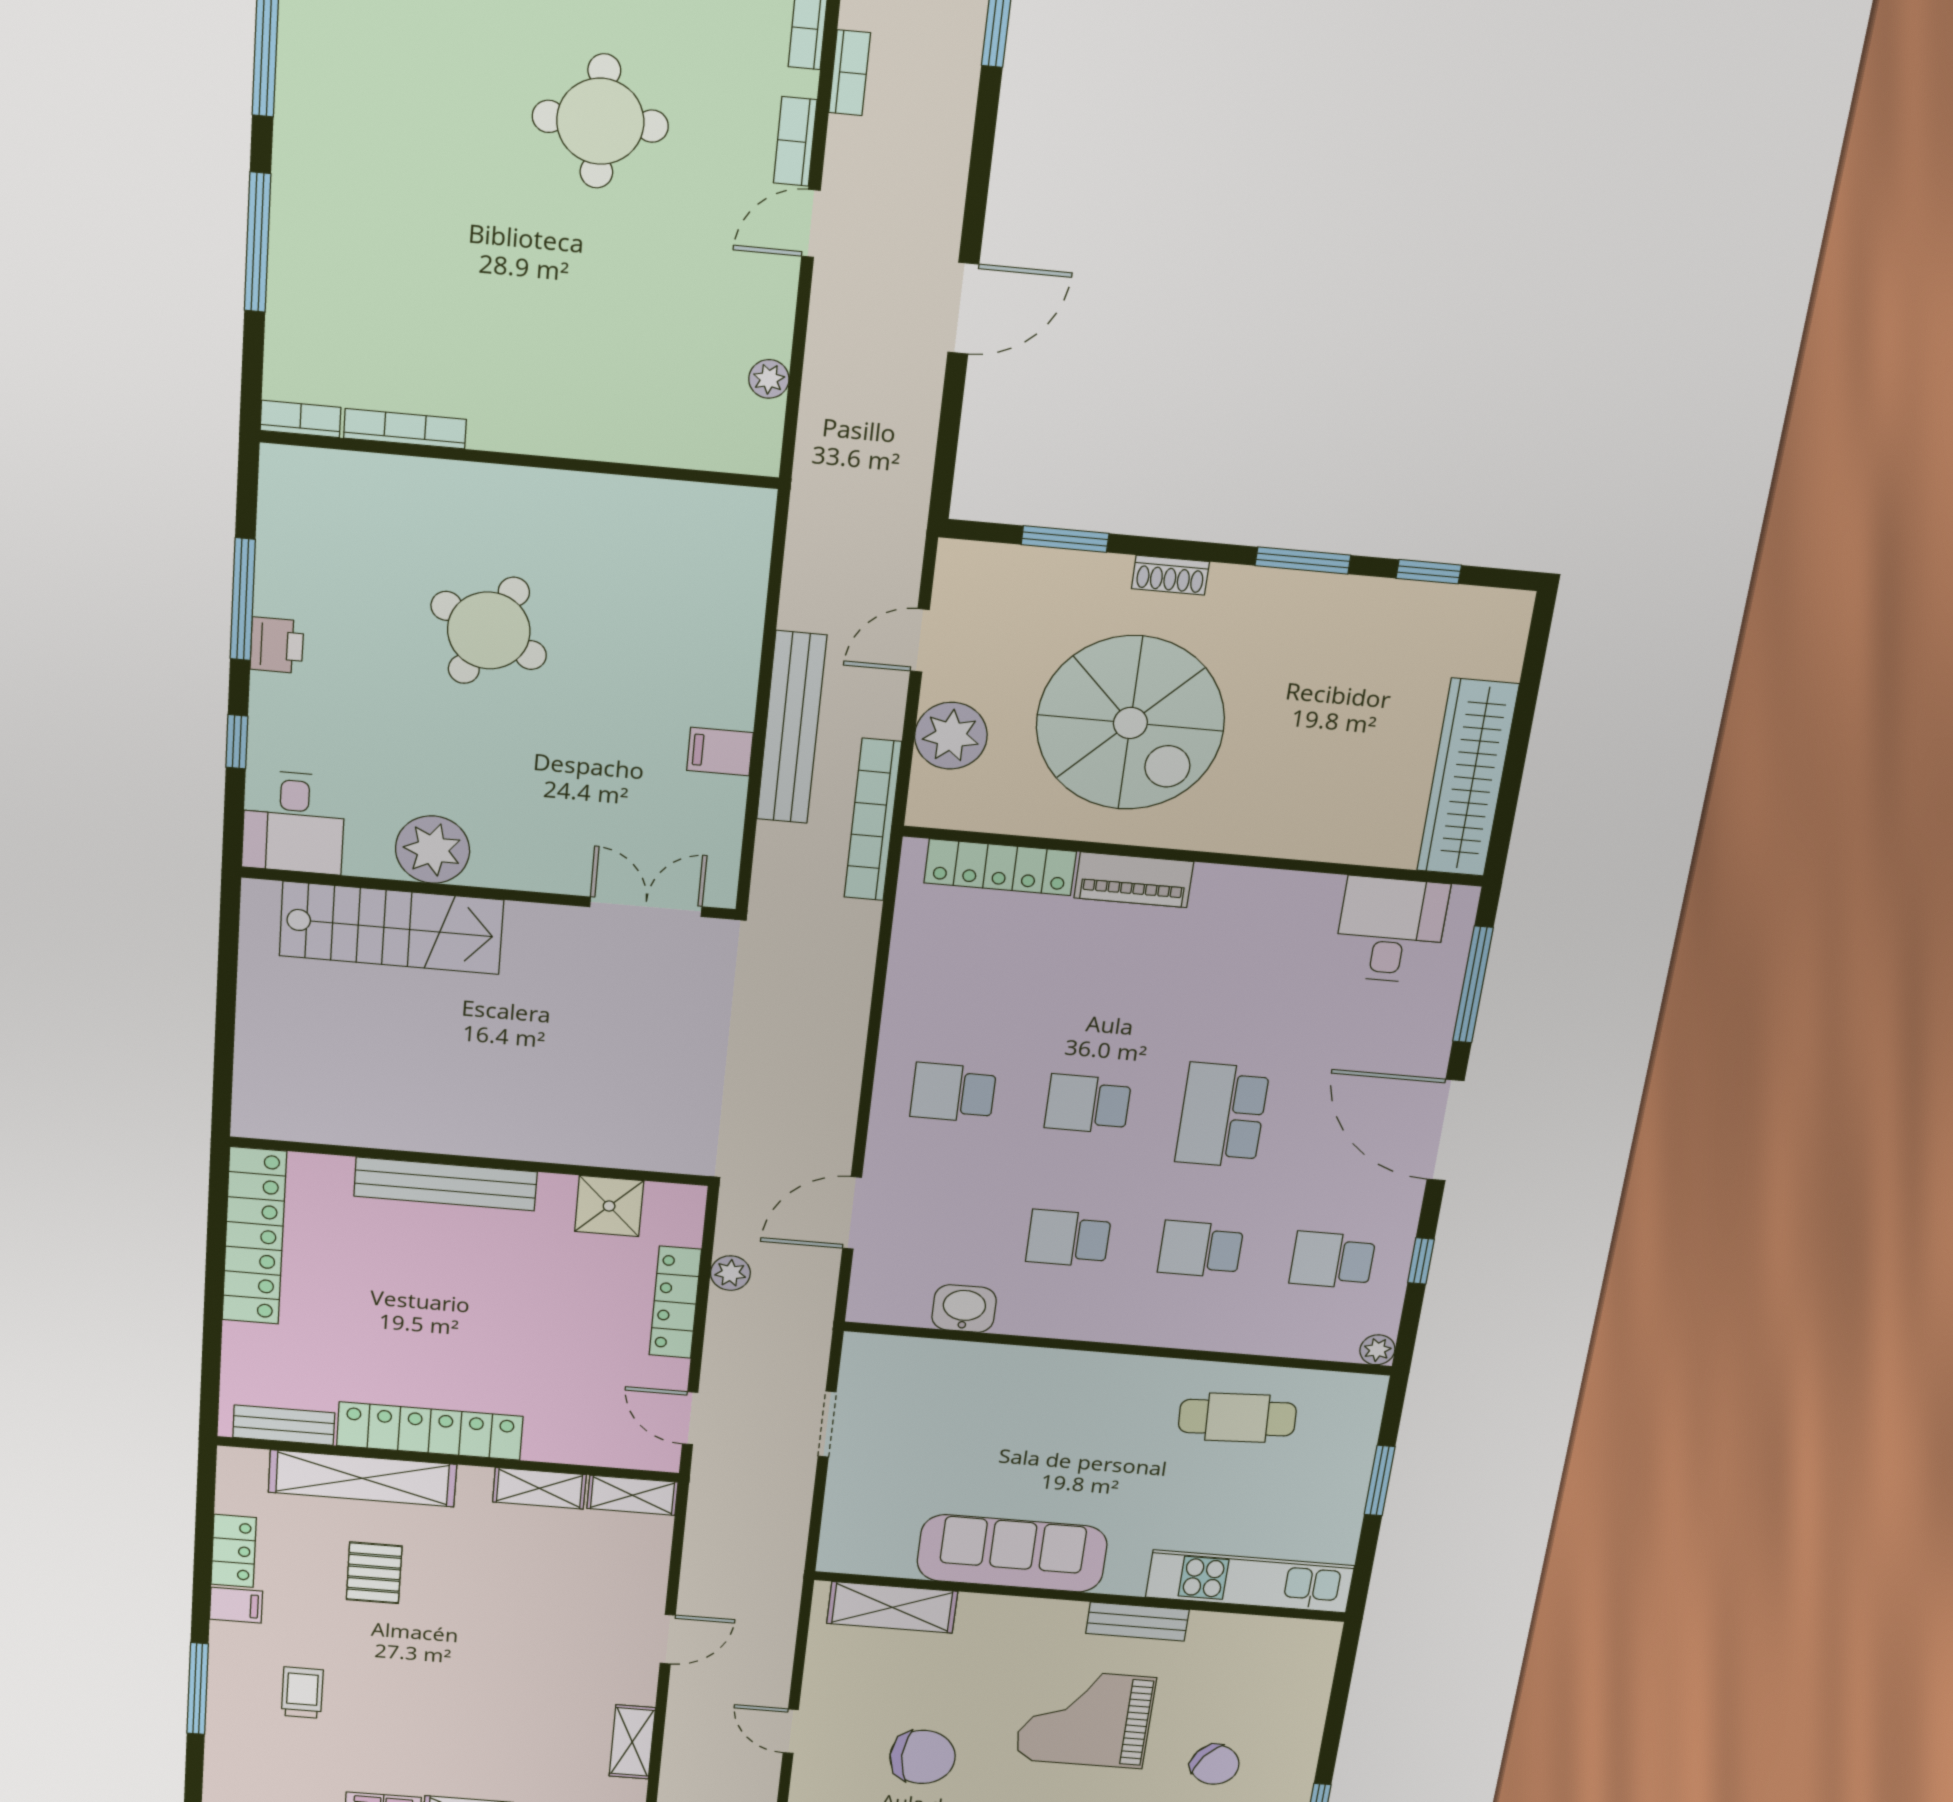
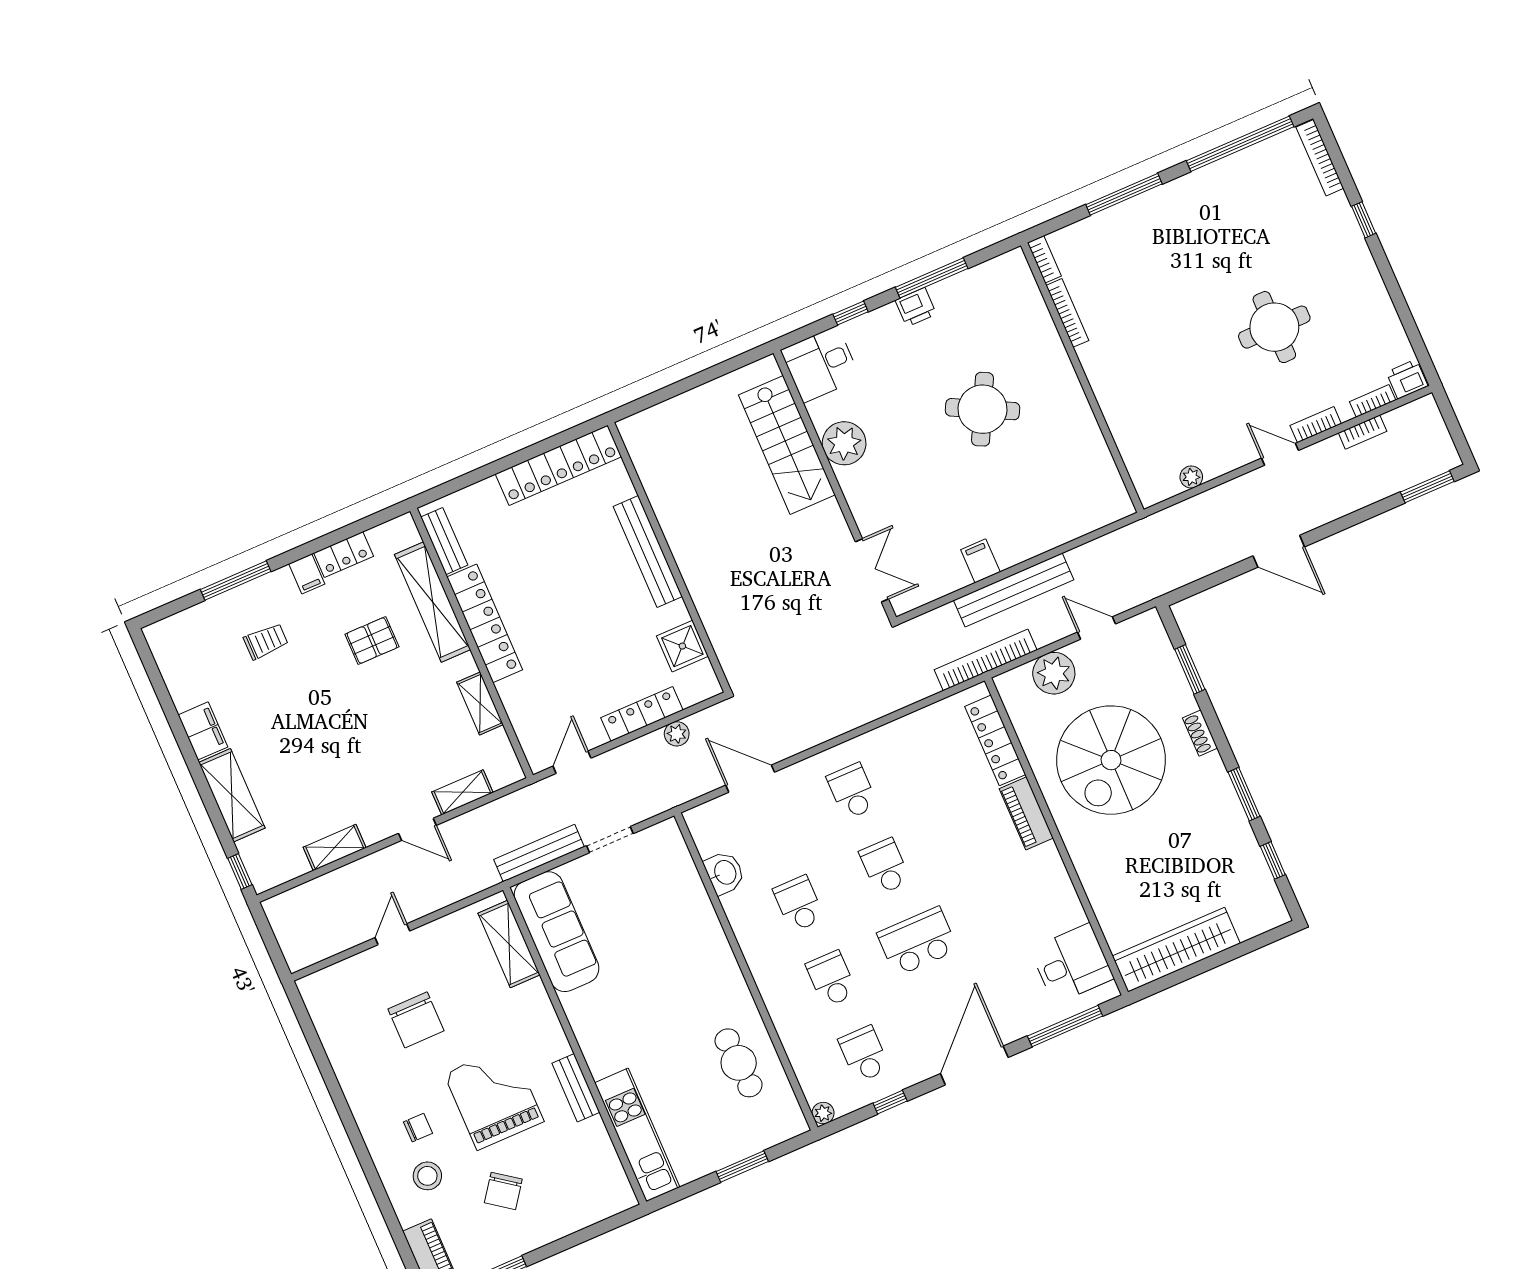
shelving: (632, 1495) -> (462, 792), moved, turned 90
bench: (791, 1516) -> (539, 853), added
sofa: (1012, 1553) -> (557, 932), moved

